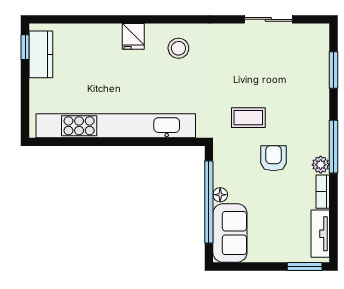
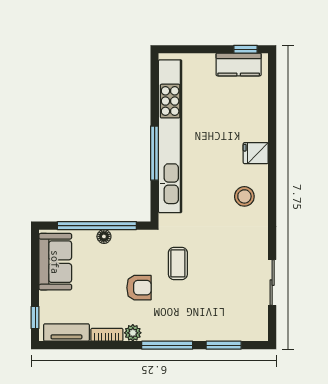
window: (133, 142) -> (155, 153), added
window: (333, 147) -> (167, 345), moved
sofa: (230, 233) -> (55, 262), moved, turned -90
window: (305, 266) -> (35, 318), width x0.67

